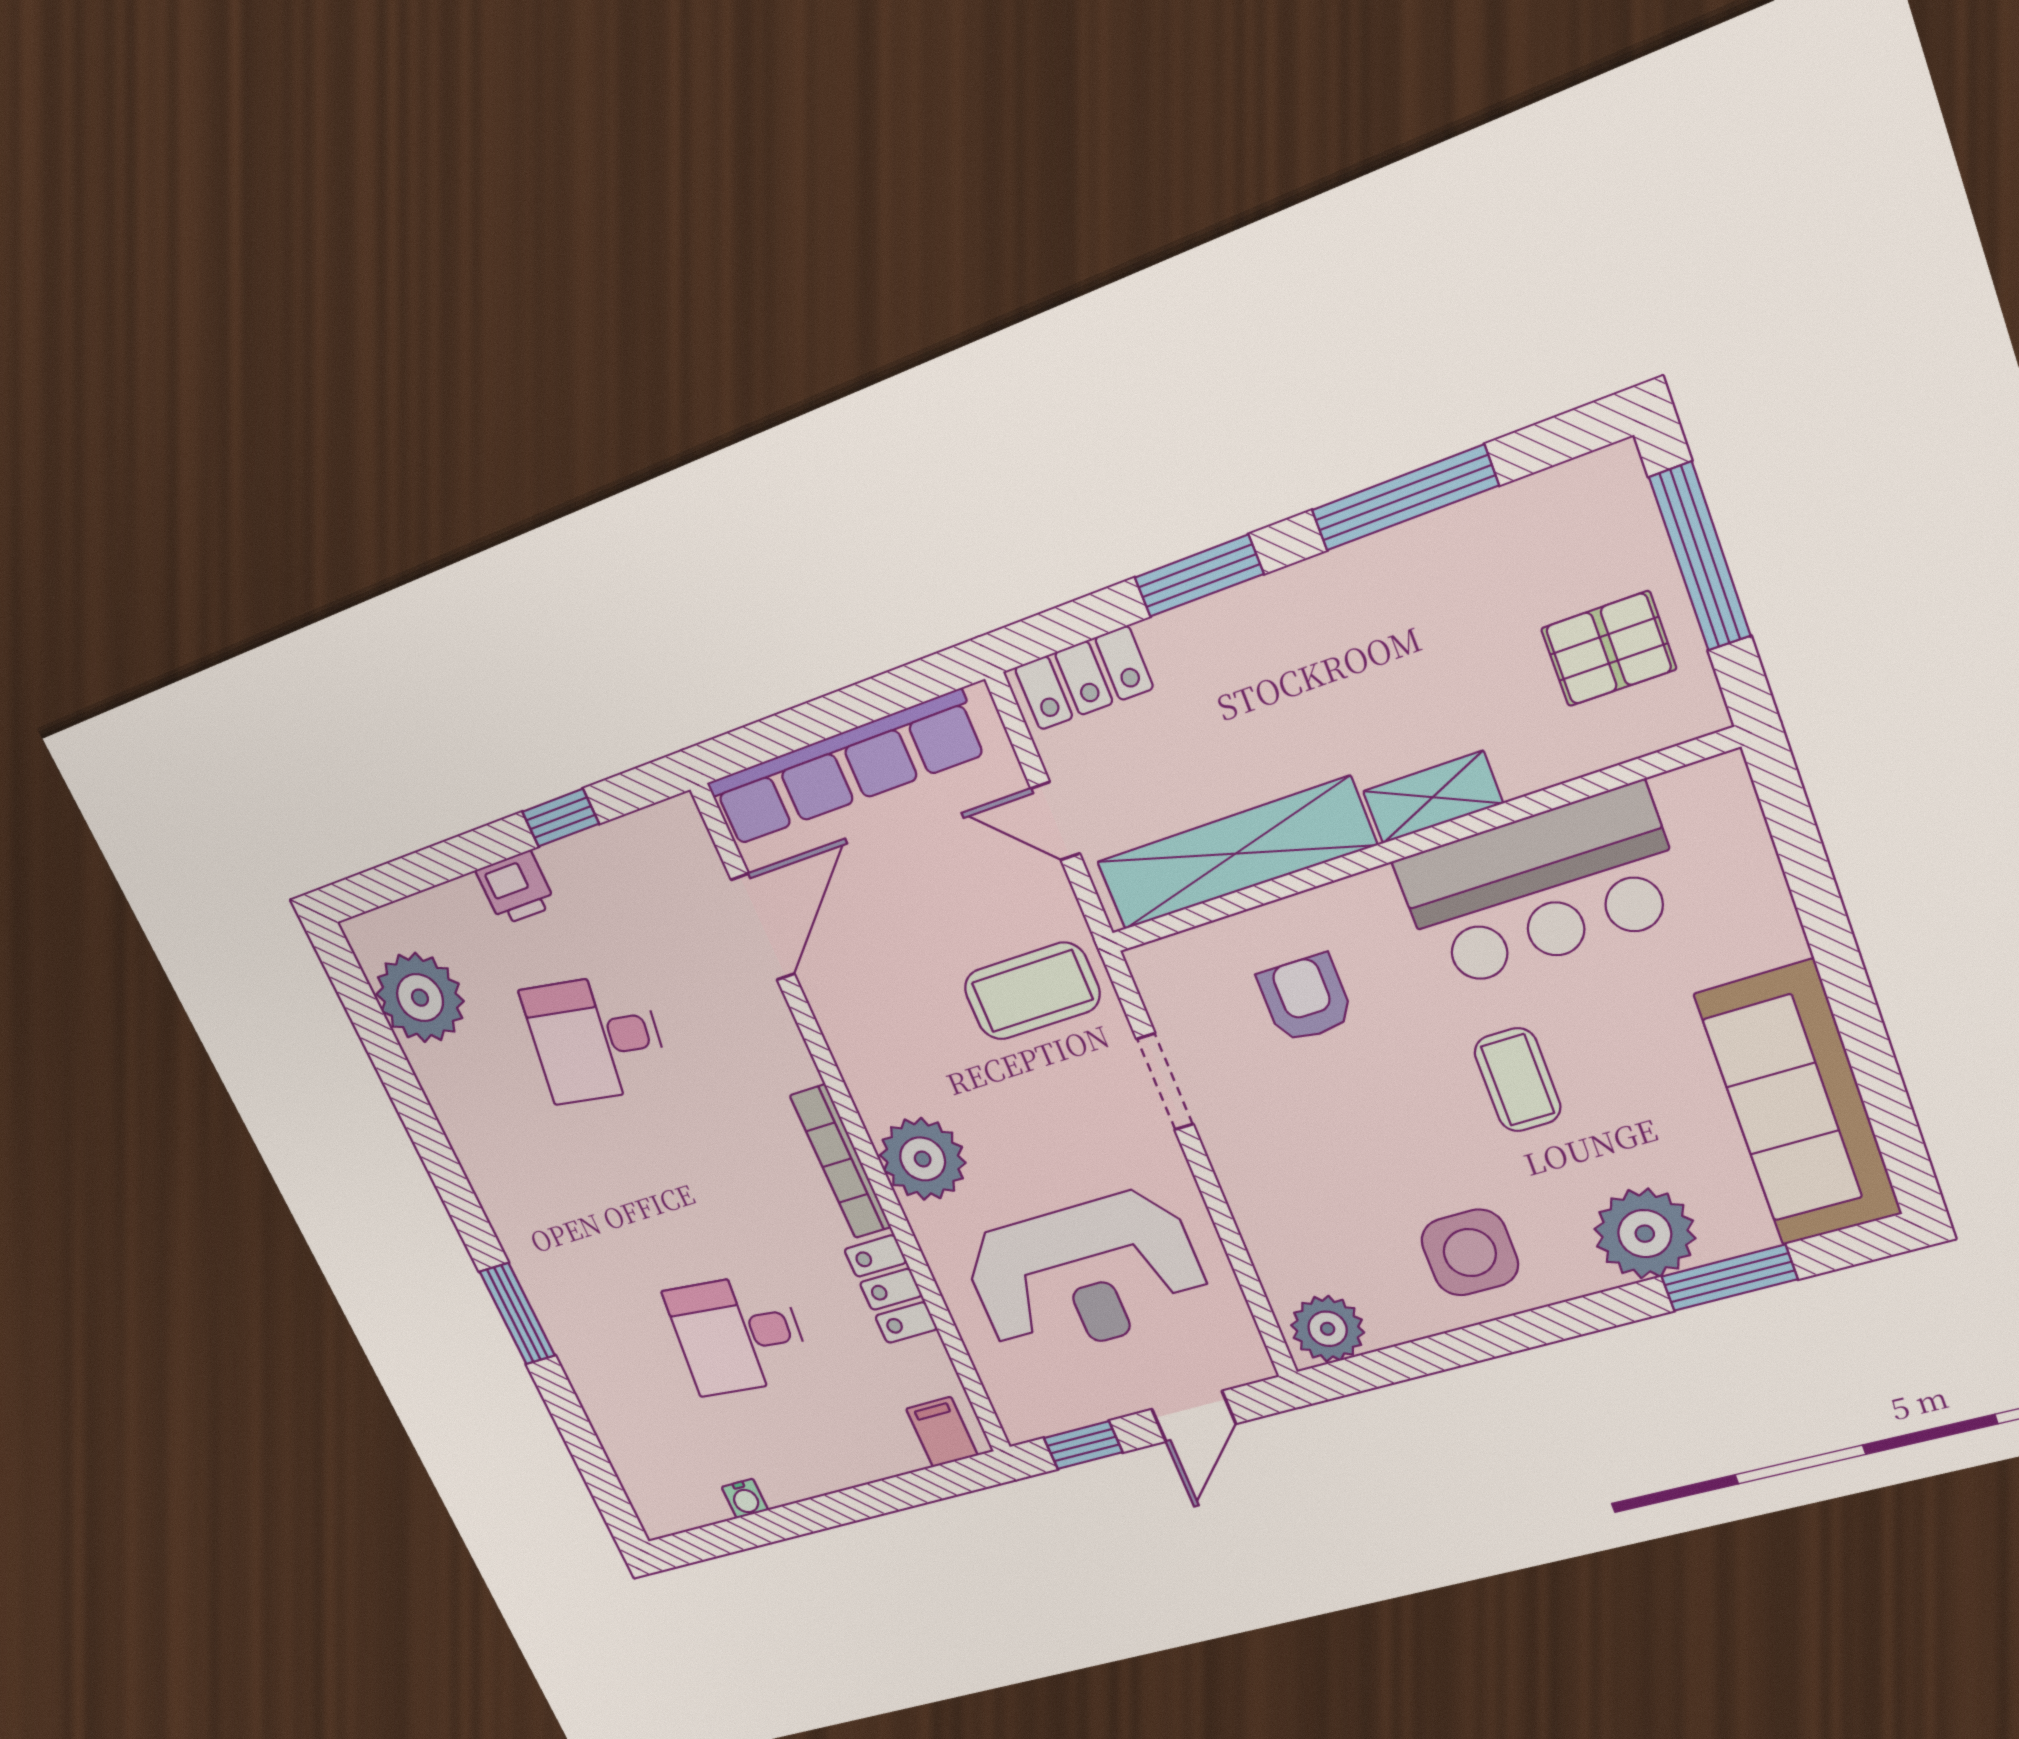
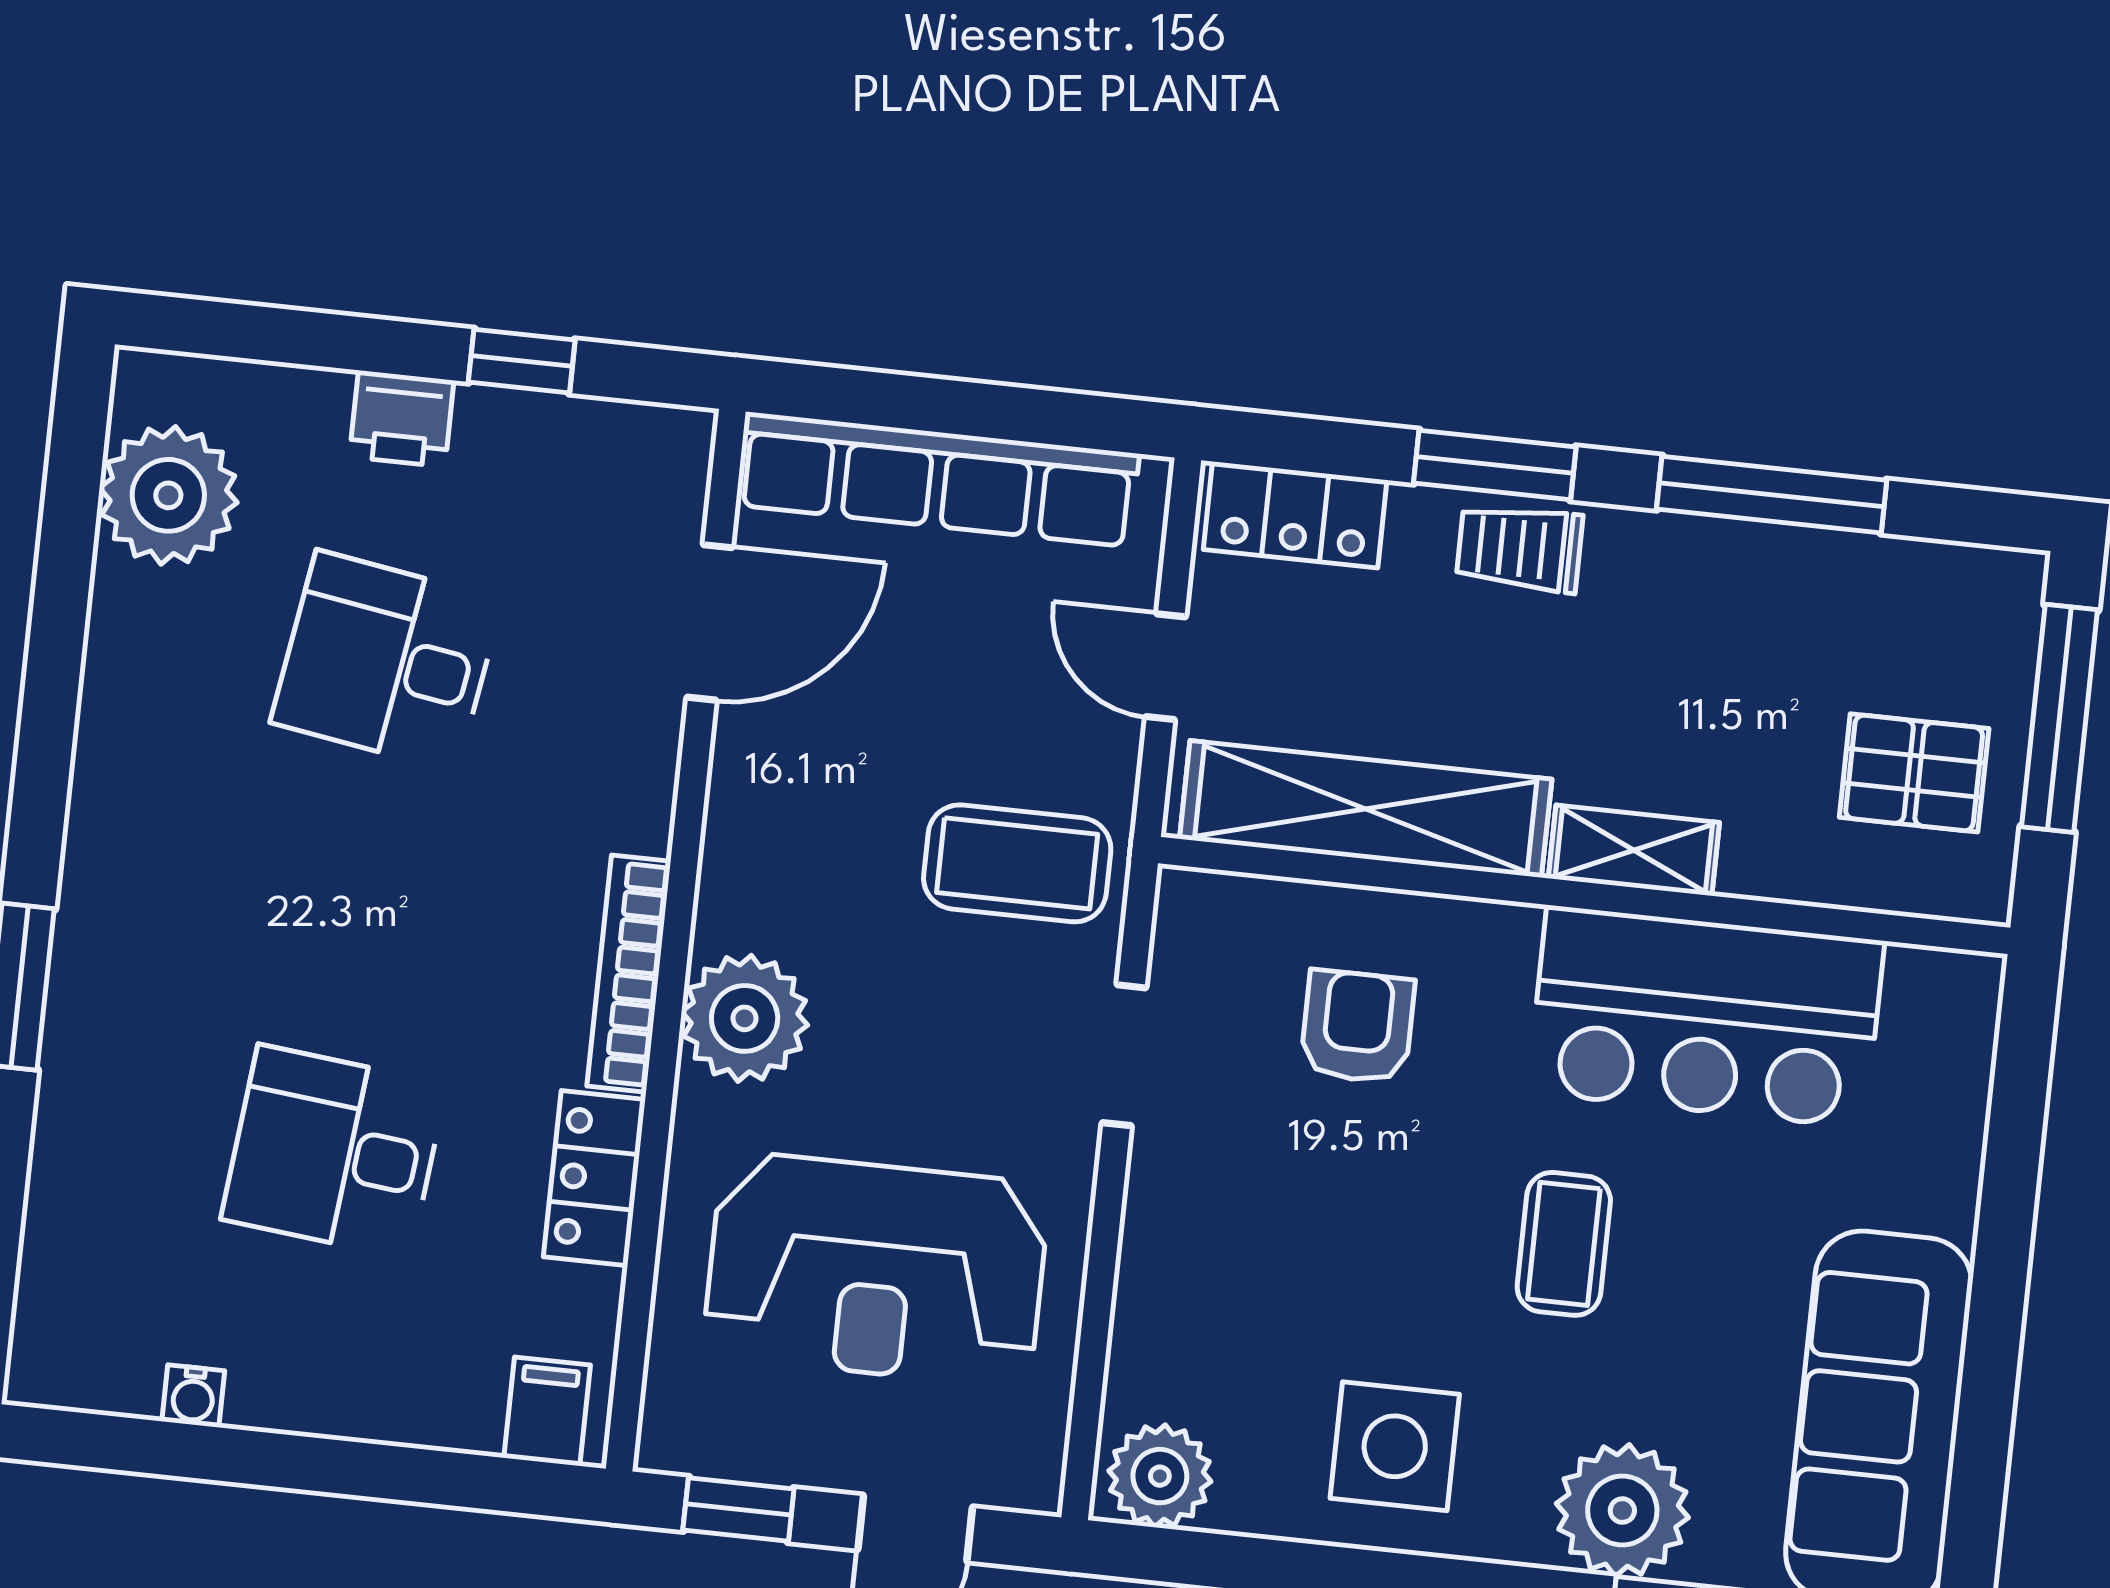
trolley: (1246, 626) -> (1519, 548), added

